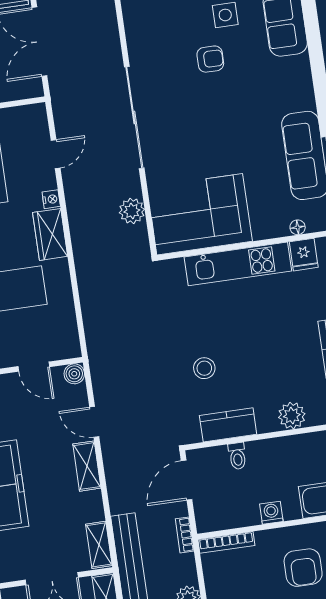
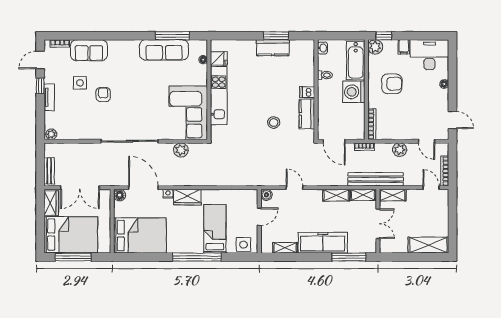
floor lamp: (36, 114) -> (120, 195), added
door: (56, 154) -> (143, 188), width x1.87
plant: (292, 416) -> (307, 78), removed
dishwasher: (267, 420) -> (307, 92), added
door: (94, 422) -> (295, 188), swing flipped
toilet: (237, 456) -> (325, 75), moved
shelving: (87, 466) -> (336, 195), moved
washing machine: (271, 513) -> (354, 92), width x1.89, depth x1.89

